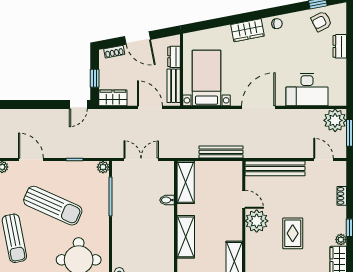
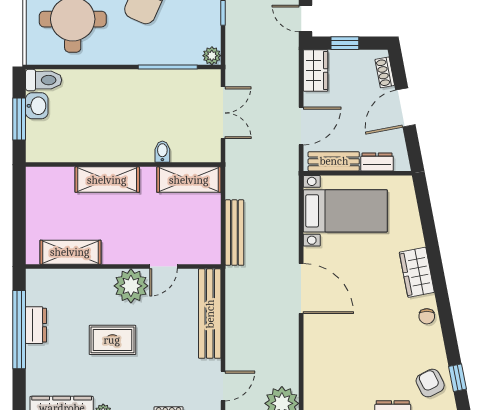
desk: (307, 90) -> (328, 361), removed

